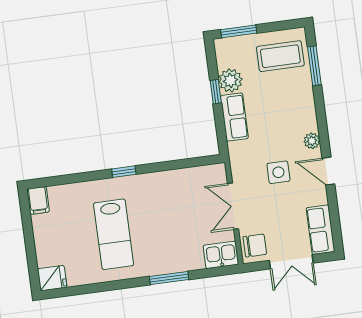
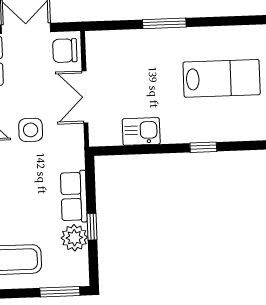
double door: (233, 206) -> (85, 97), swing flipped
lab bench: (114, 234) -> (222, 78), turned 90
kitchen sink: (221, 255) -> (141, 131), moved, turned 180

